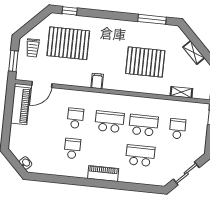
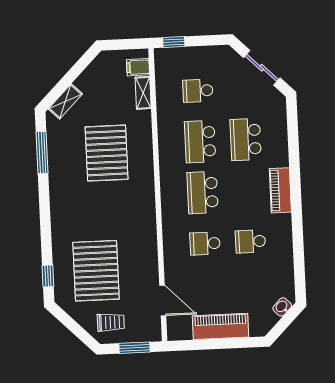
shelving: (194, 52) -> (65, 101), moved
filing cabinet: (97, 81) -> (138, 67), moved
piano: (20, 106) -> (221, 326), moved

